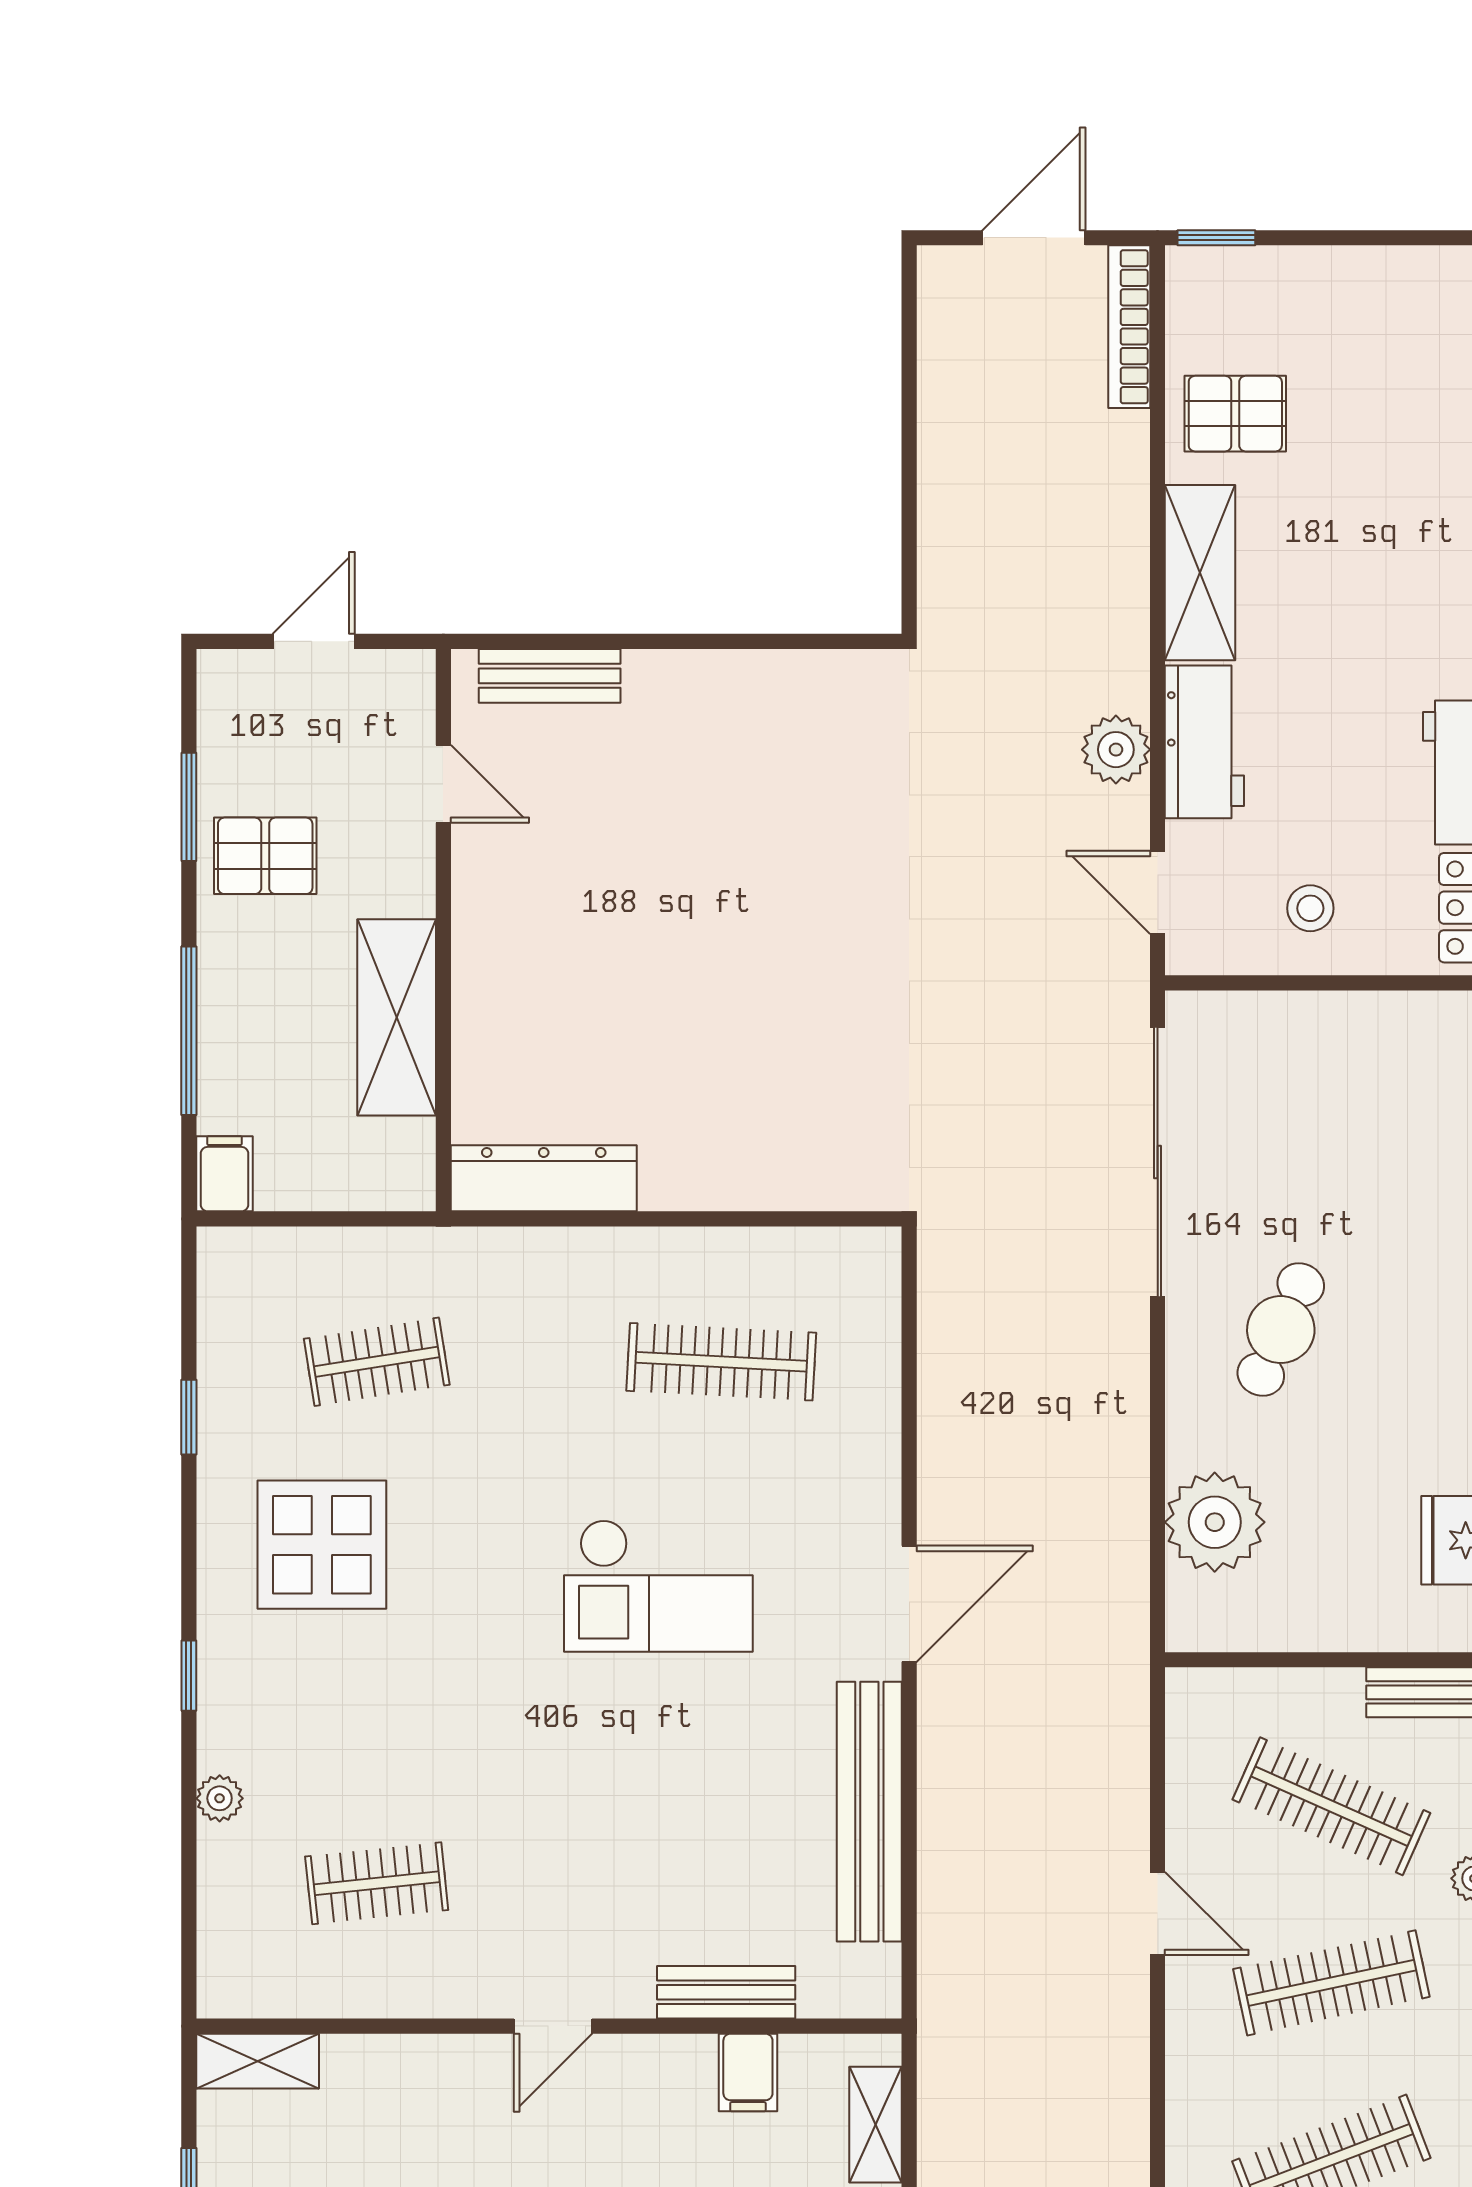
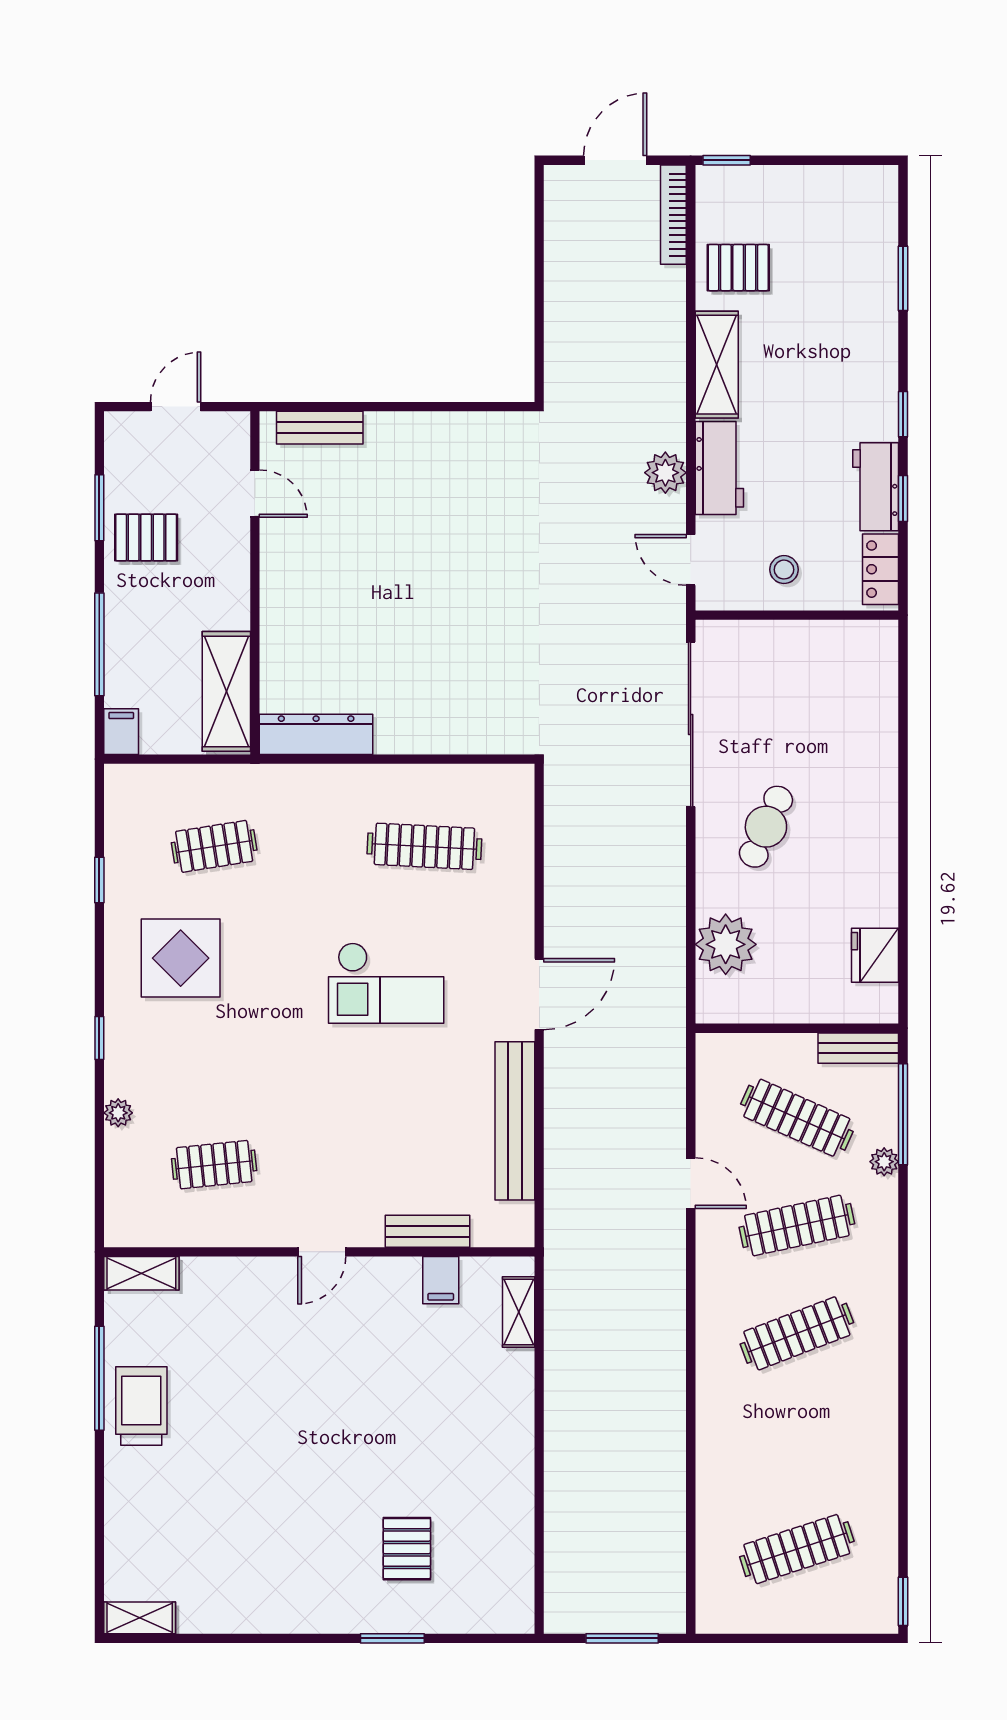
shelving: (397, 1017) -> (226, 691), moved

